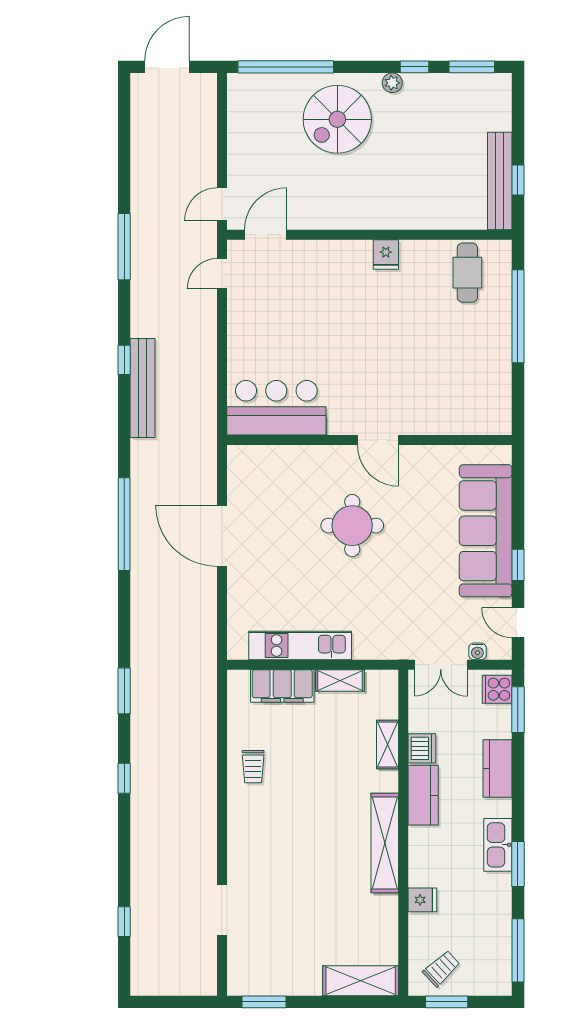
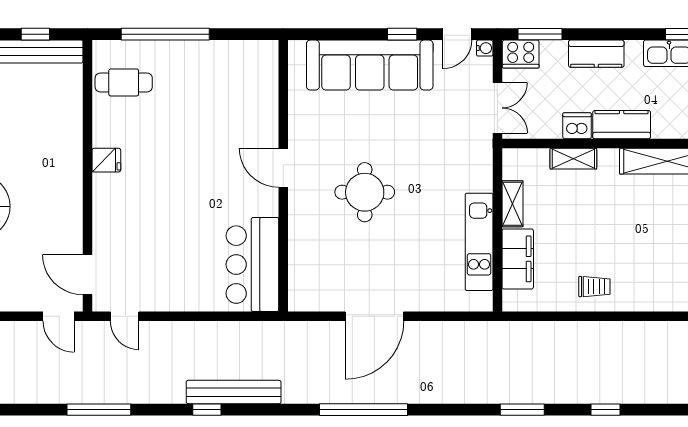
door: (378, 440) -> (283, 168), swing flipped
water cooler: (477, 651) -> (485, 48), moved
cooker: (497, 689) -> (521, 54), width x1.36

